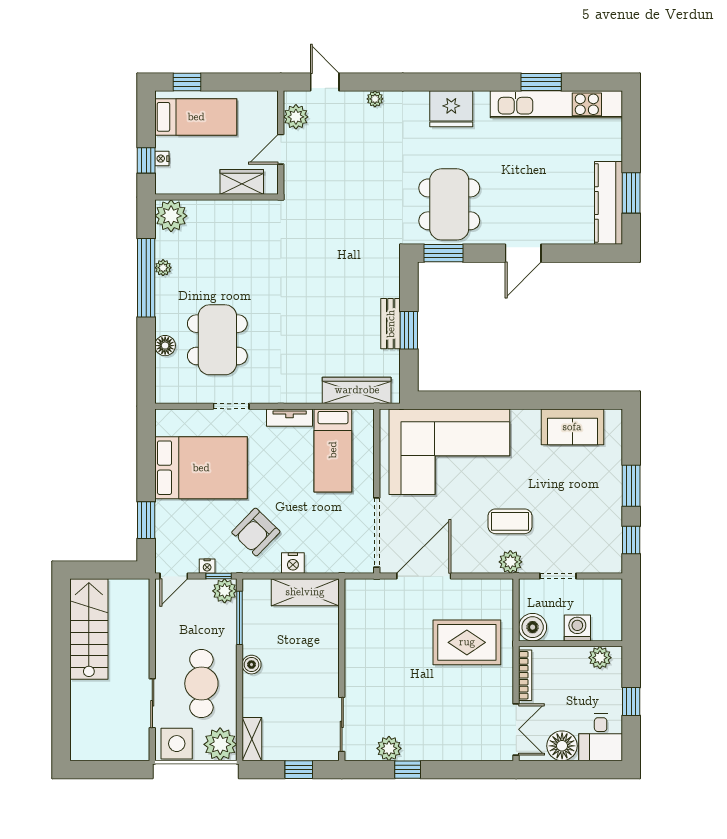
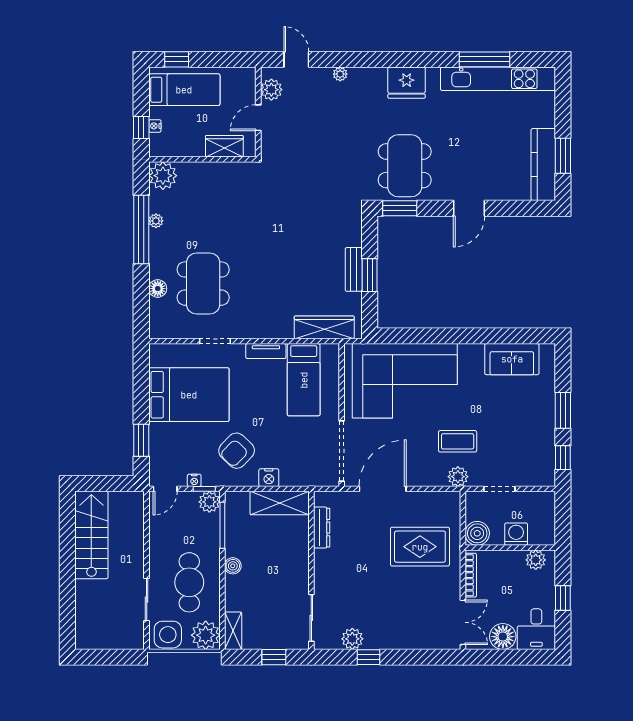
window: (541, 82) -> (485, 59), width x1.44
dresser: (354, 620) -> (322, 528), added

